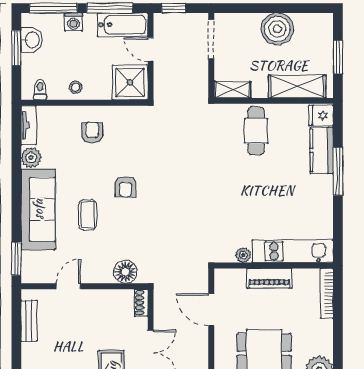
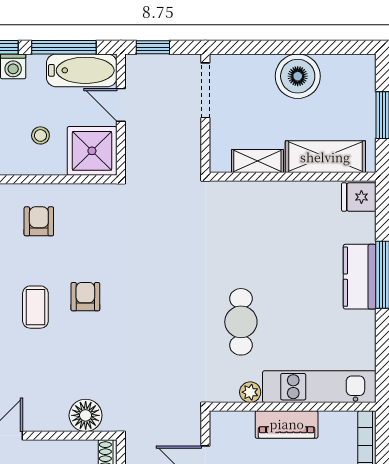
stool: (76, 87) -> (40, 135), moved
shelving: (233, 90) -> (257, 161), moved
cafe table: (256, 131) -> (241, 322), moved
kitchen counter: (322, 150) -> (360, 277), moved
armchair: (125, 187) -> (85, 297), turned 180
coffee table: (88, 215) -> (35, 307), moved

